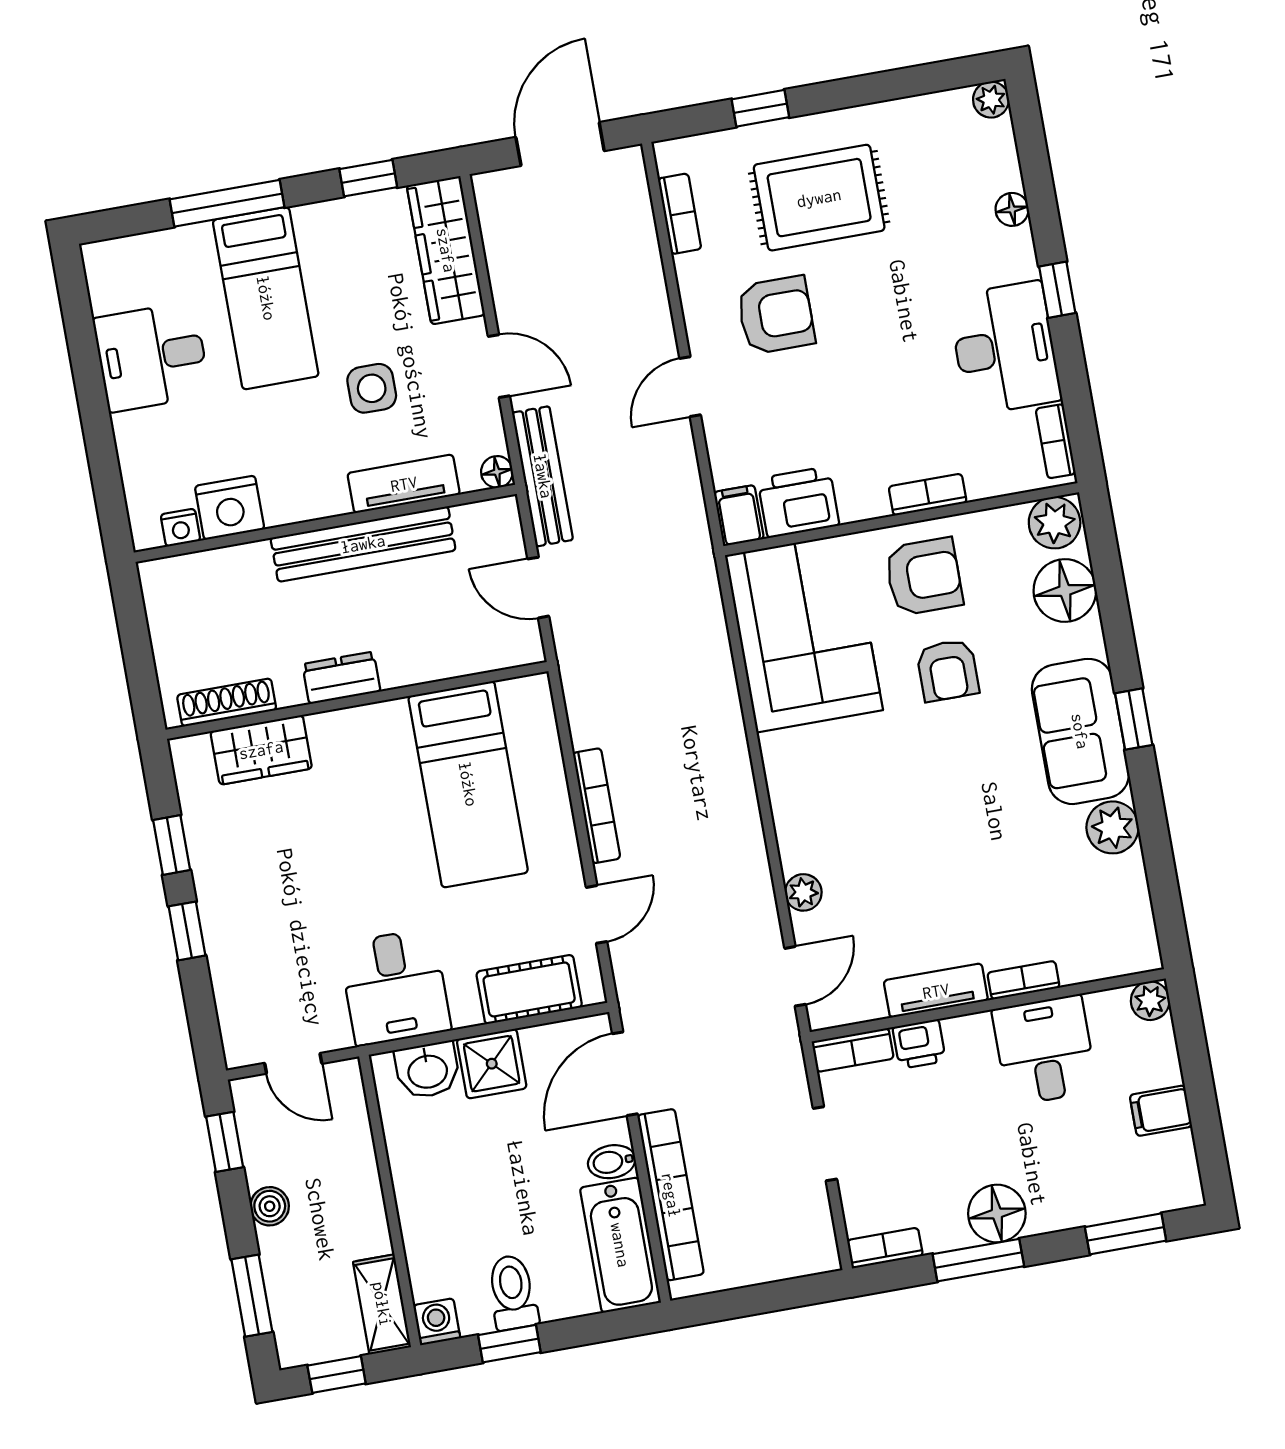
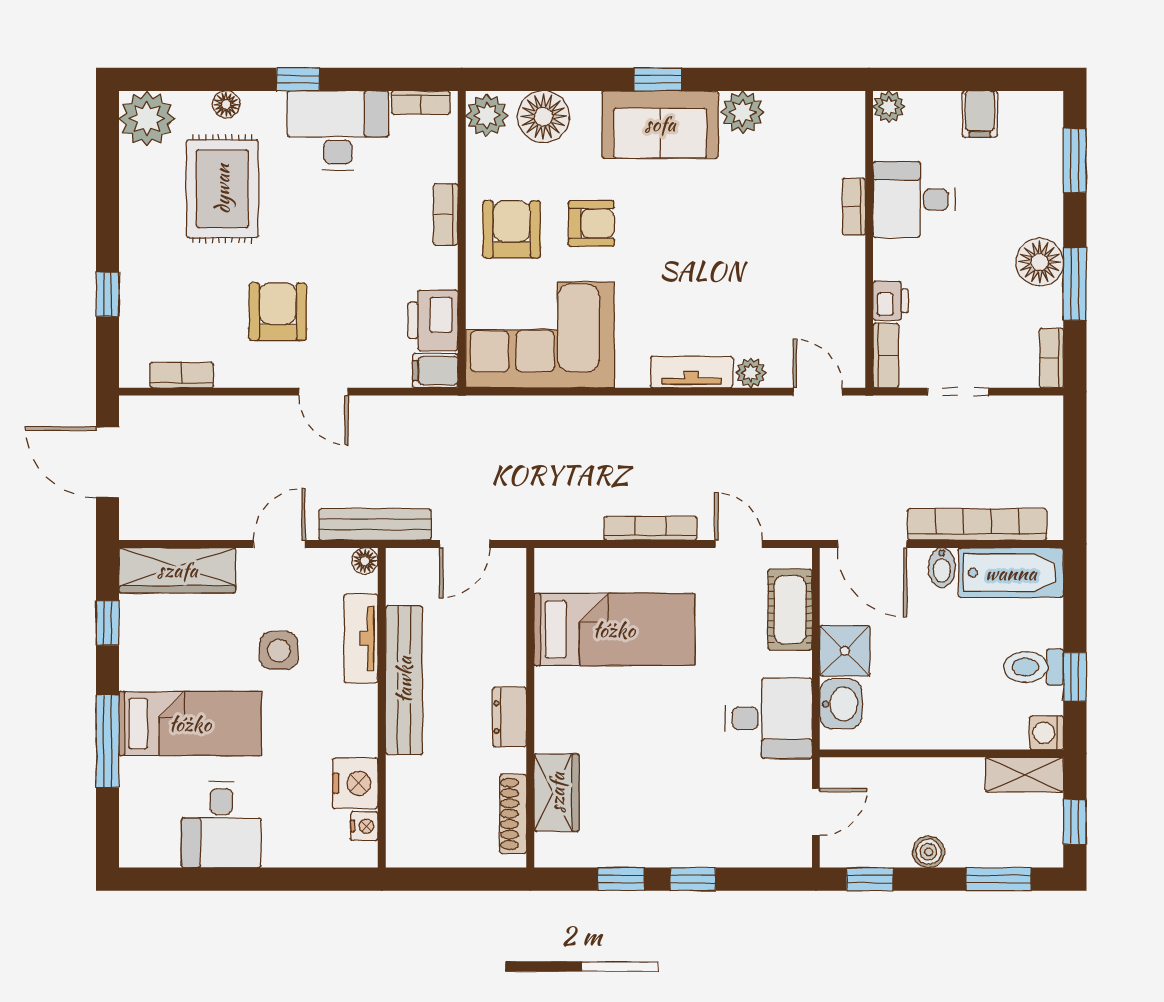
plant: (991, 100) -> (147, 119), width x1.87, depth x1.87
rug: (819, 198) -> (222, 189), moved
tv unit: (936, 991) -> (692, 372), moved, turned 90

